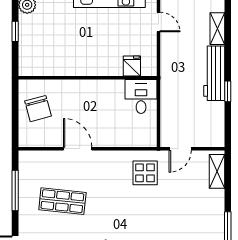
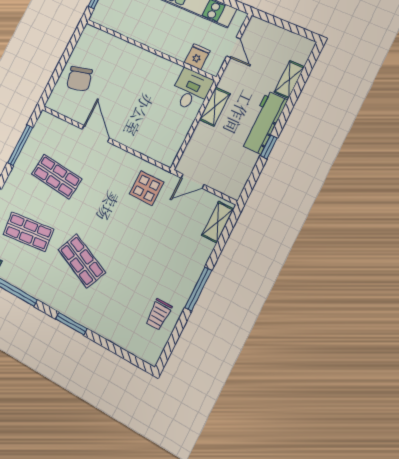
fridge: (132, 66) -> (197, 57), moved
wall: (88, 78) -> (150, 49), moved
shelving: (168, 79) -> (215, 107), added
desk: (141, 96) -> (191, 90), moved

